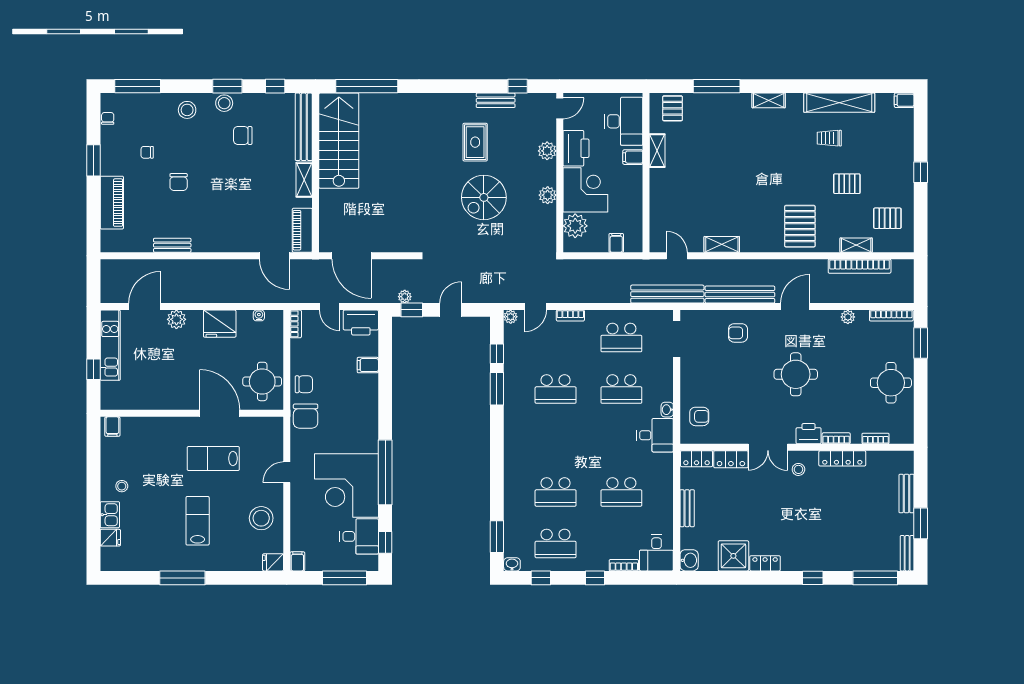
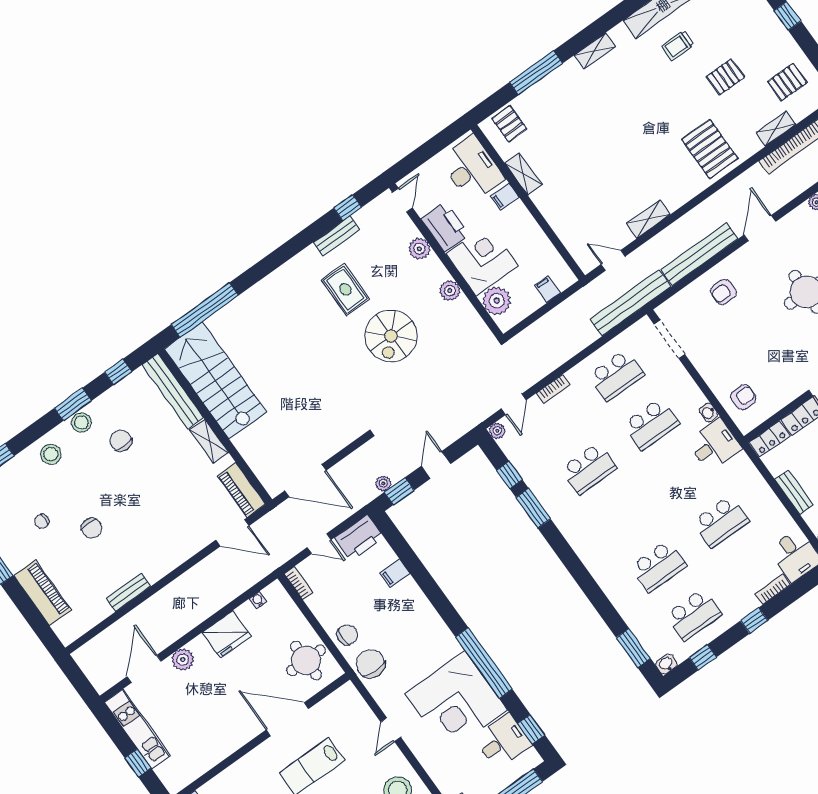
chair: (243, 135) -> (121, 441), turned 90
chair: (306, 416) -> (371, 664), turned 180

